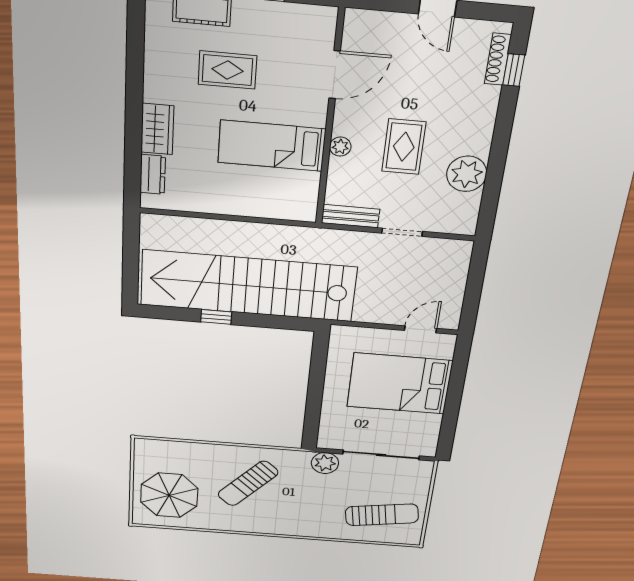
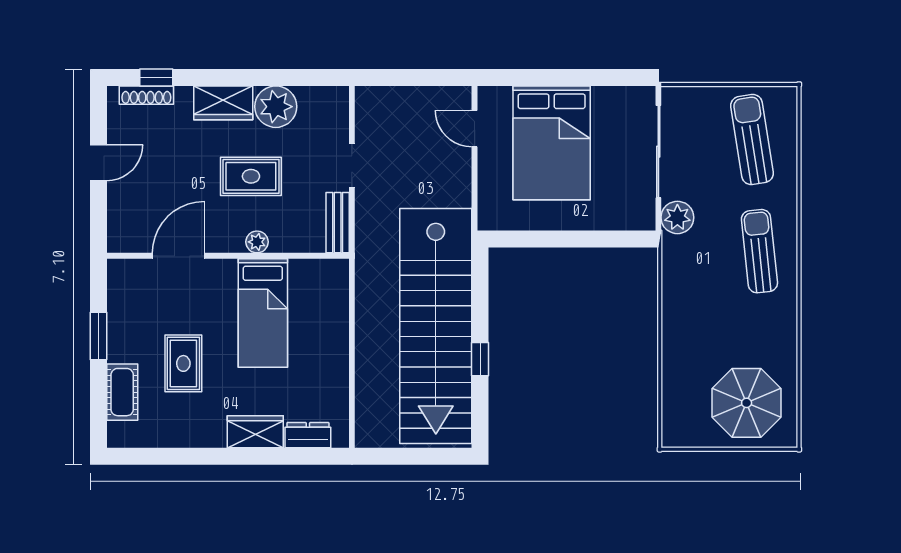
door: (335, 75) -> (178, 256), hinge flipped
wardrobe: (478, 129) -> (223, 103), added
sun lounger: (248, 483) -> (759, 251), moved, turned -138

